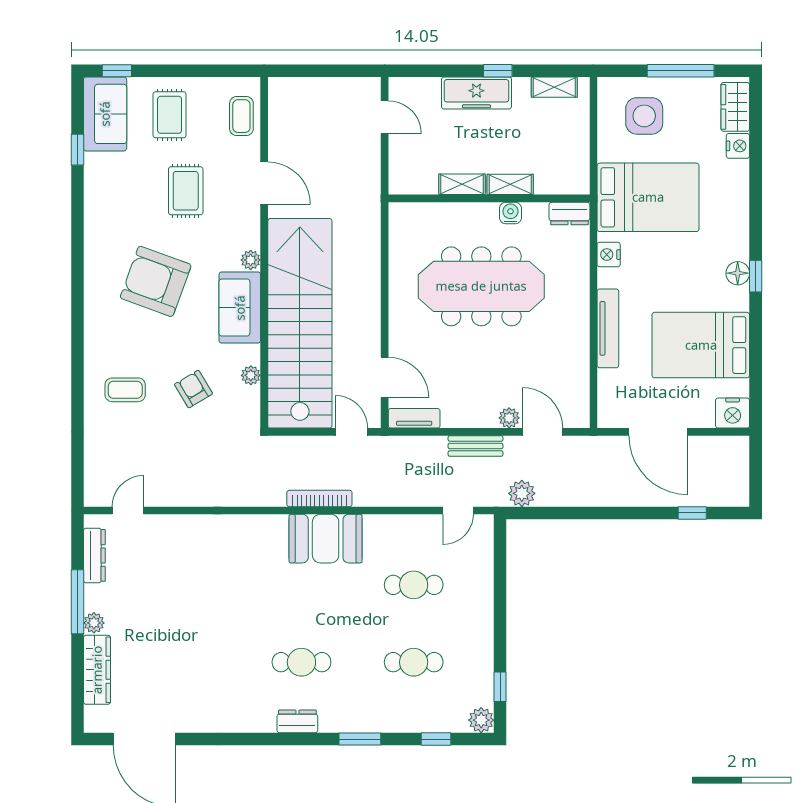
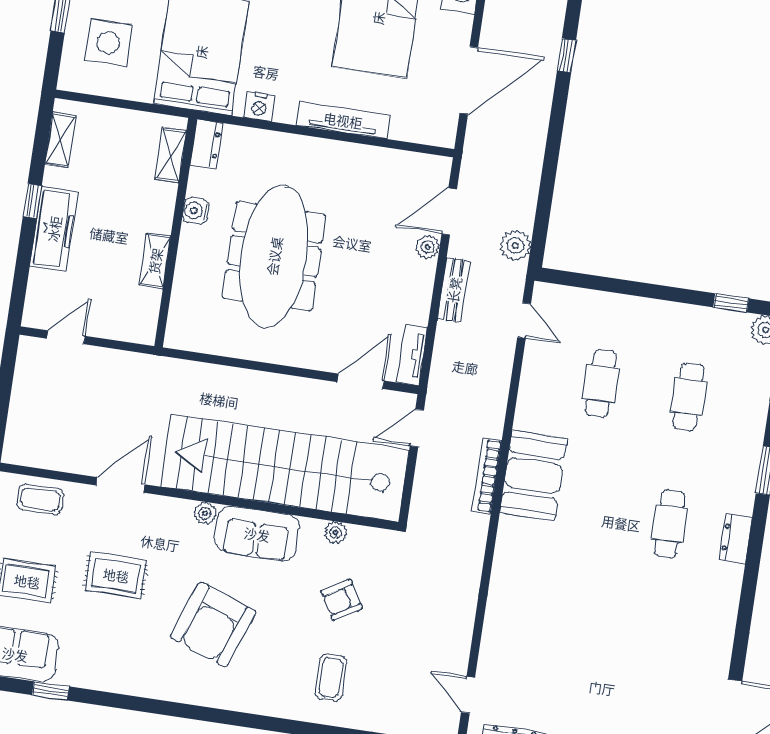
shelving: (510, 184) -> (171, 155), moved

